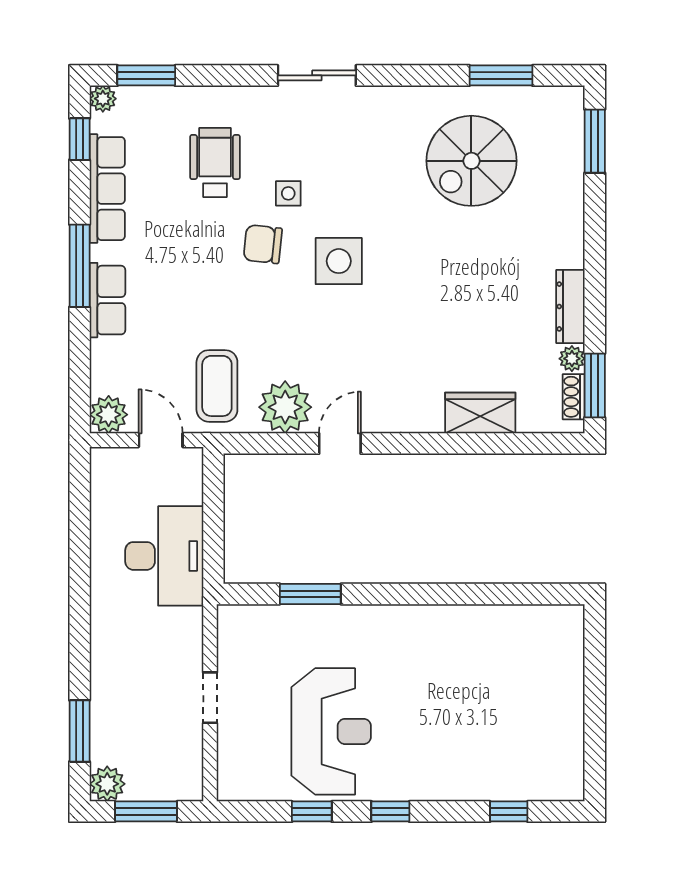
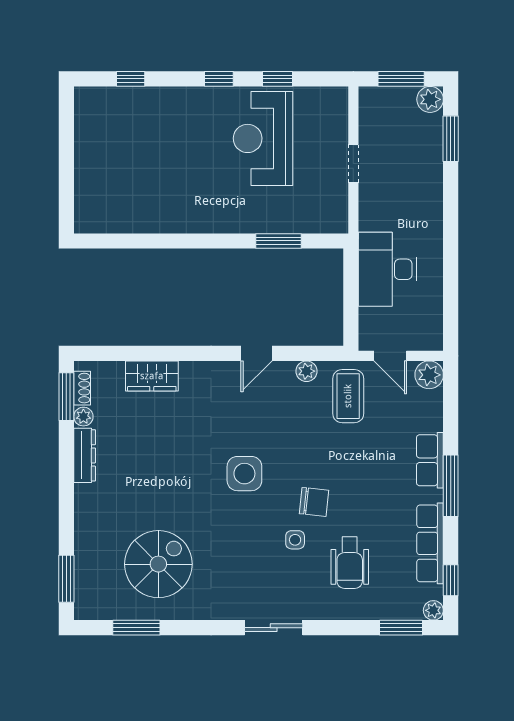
side table: (339, 261) -> (244, 474), moved
plant: (285, 407) -> (307, 371), width x0.53, depth x0.53

